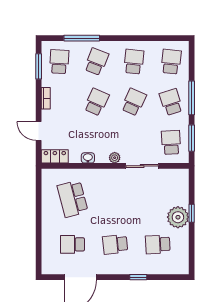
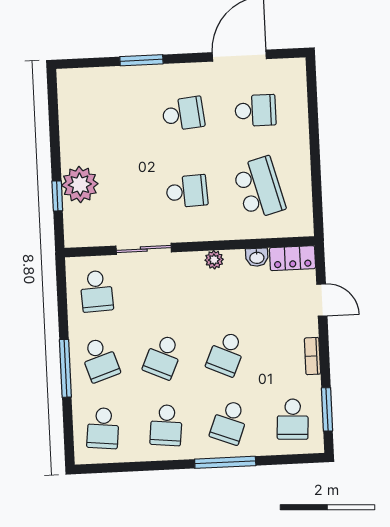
window: (82, 38) -> (225, 462), moved
window: (192, 138) -> (62, 300), removed
washbasin: (88, 158) -> (257, 257), moved
plant: (115, 158) -> (214, 260), moved
window: (192, 213) -> (57, 196), moved
plant: (178, 217) -> (80, 184), moved
school desk: (158, 244) -> (187, 191), moved
window: (138, 277) -> (141, 60), width x1.50

